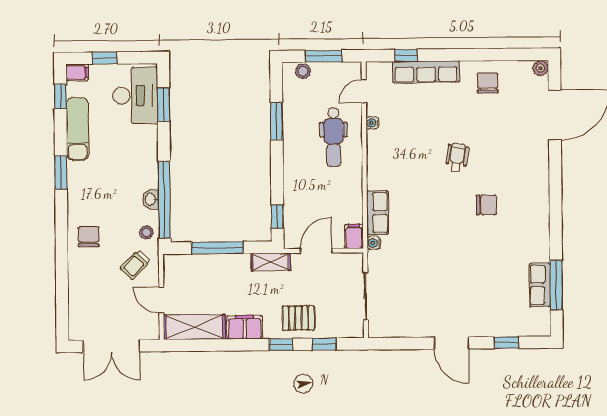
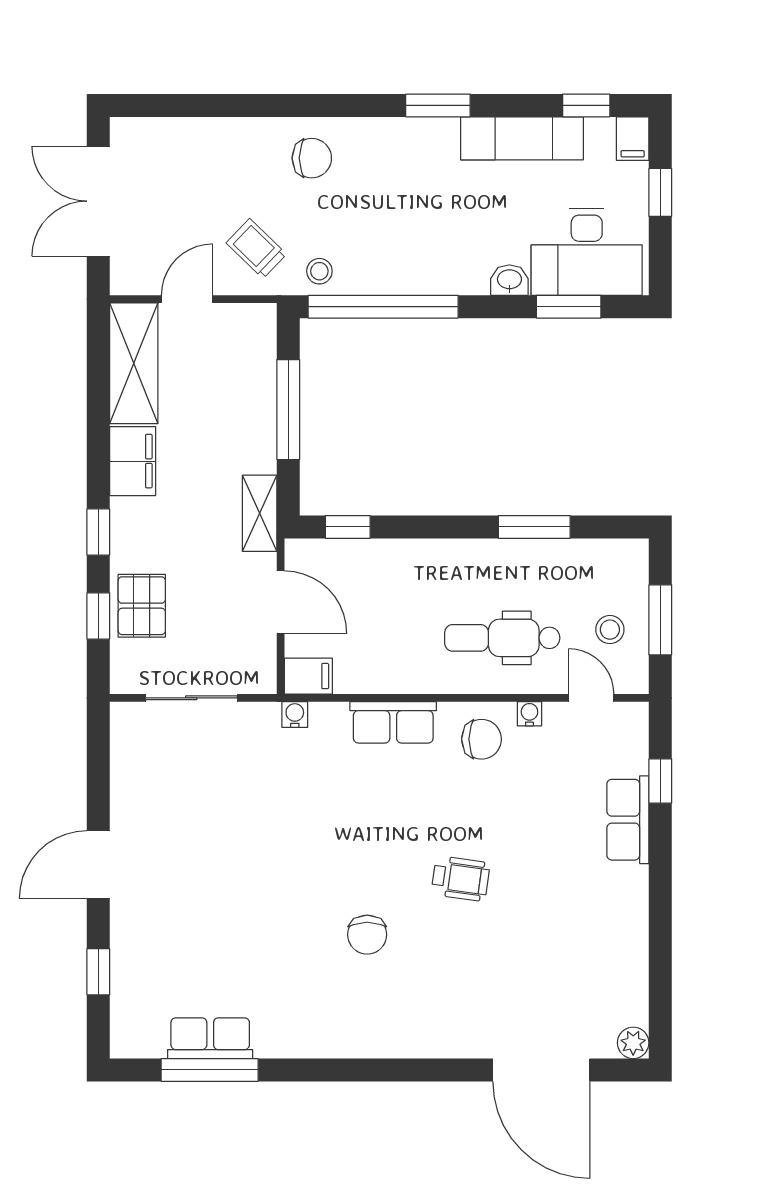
stool: (303, 71) -> (610, 630), moved
row of seats: (426, 72) -> (628, 820), width x0.68
chair: (488, 83) -> (481, 739), moved
washbasin: (151, 199) -> (509, 280), moved
row of seats: (377, 213) -> (393, 722), moved
pallet: (298, 318) -> (142, 606), moved

